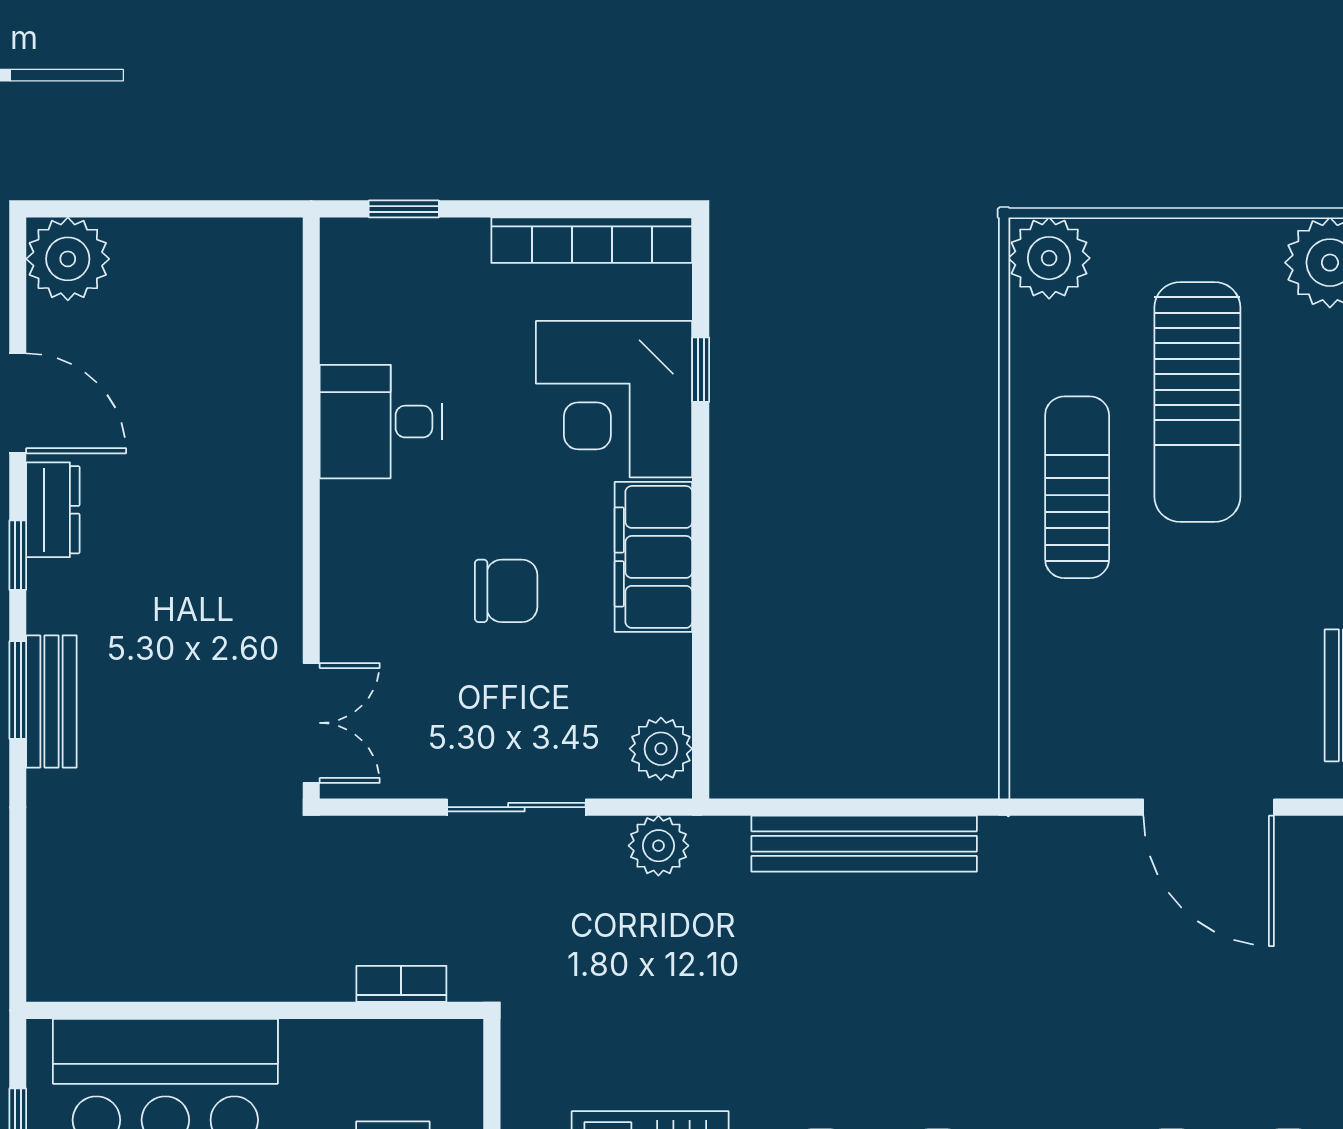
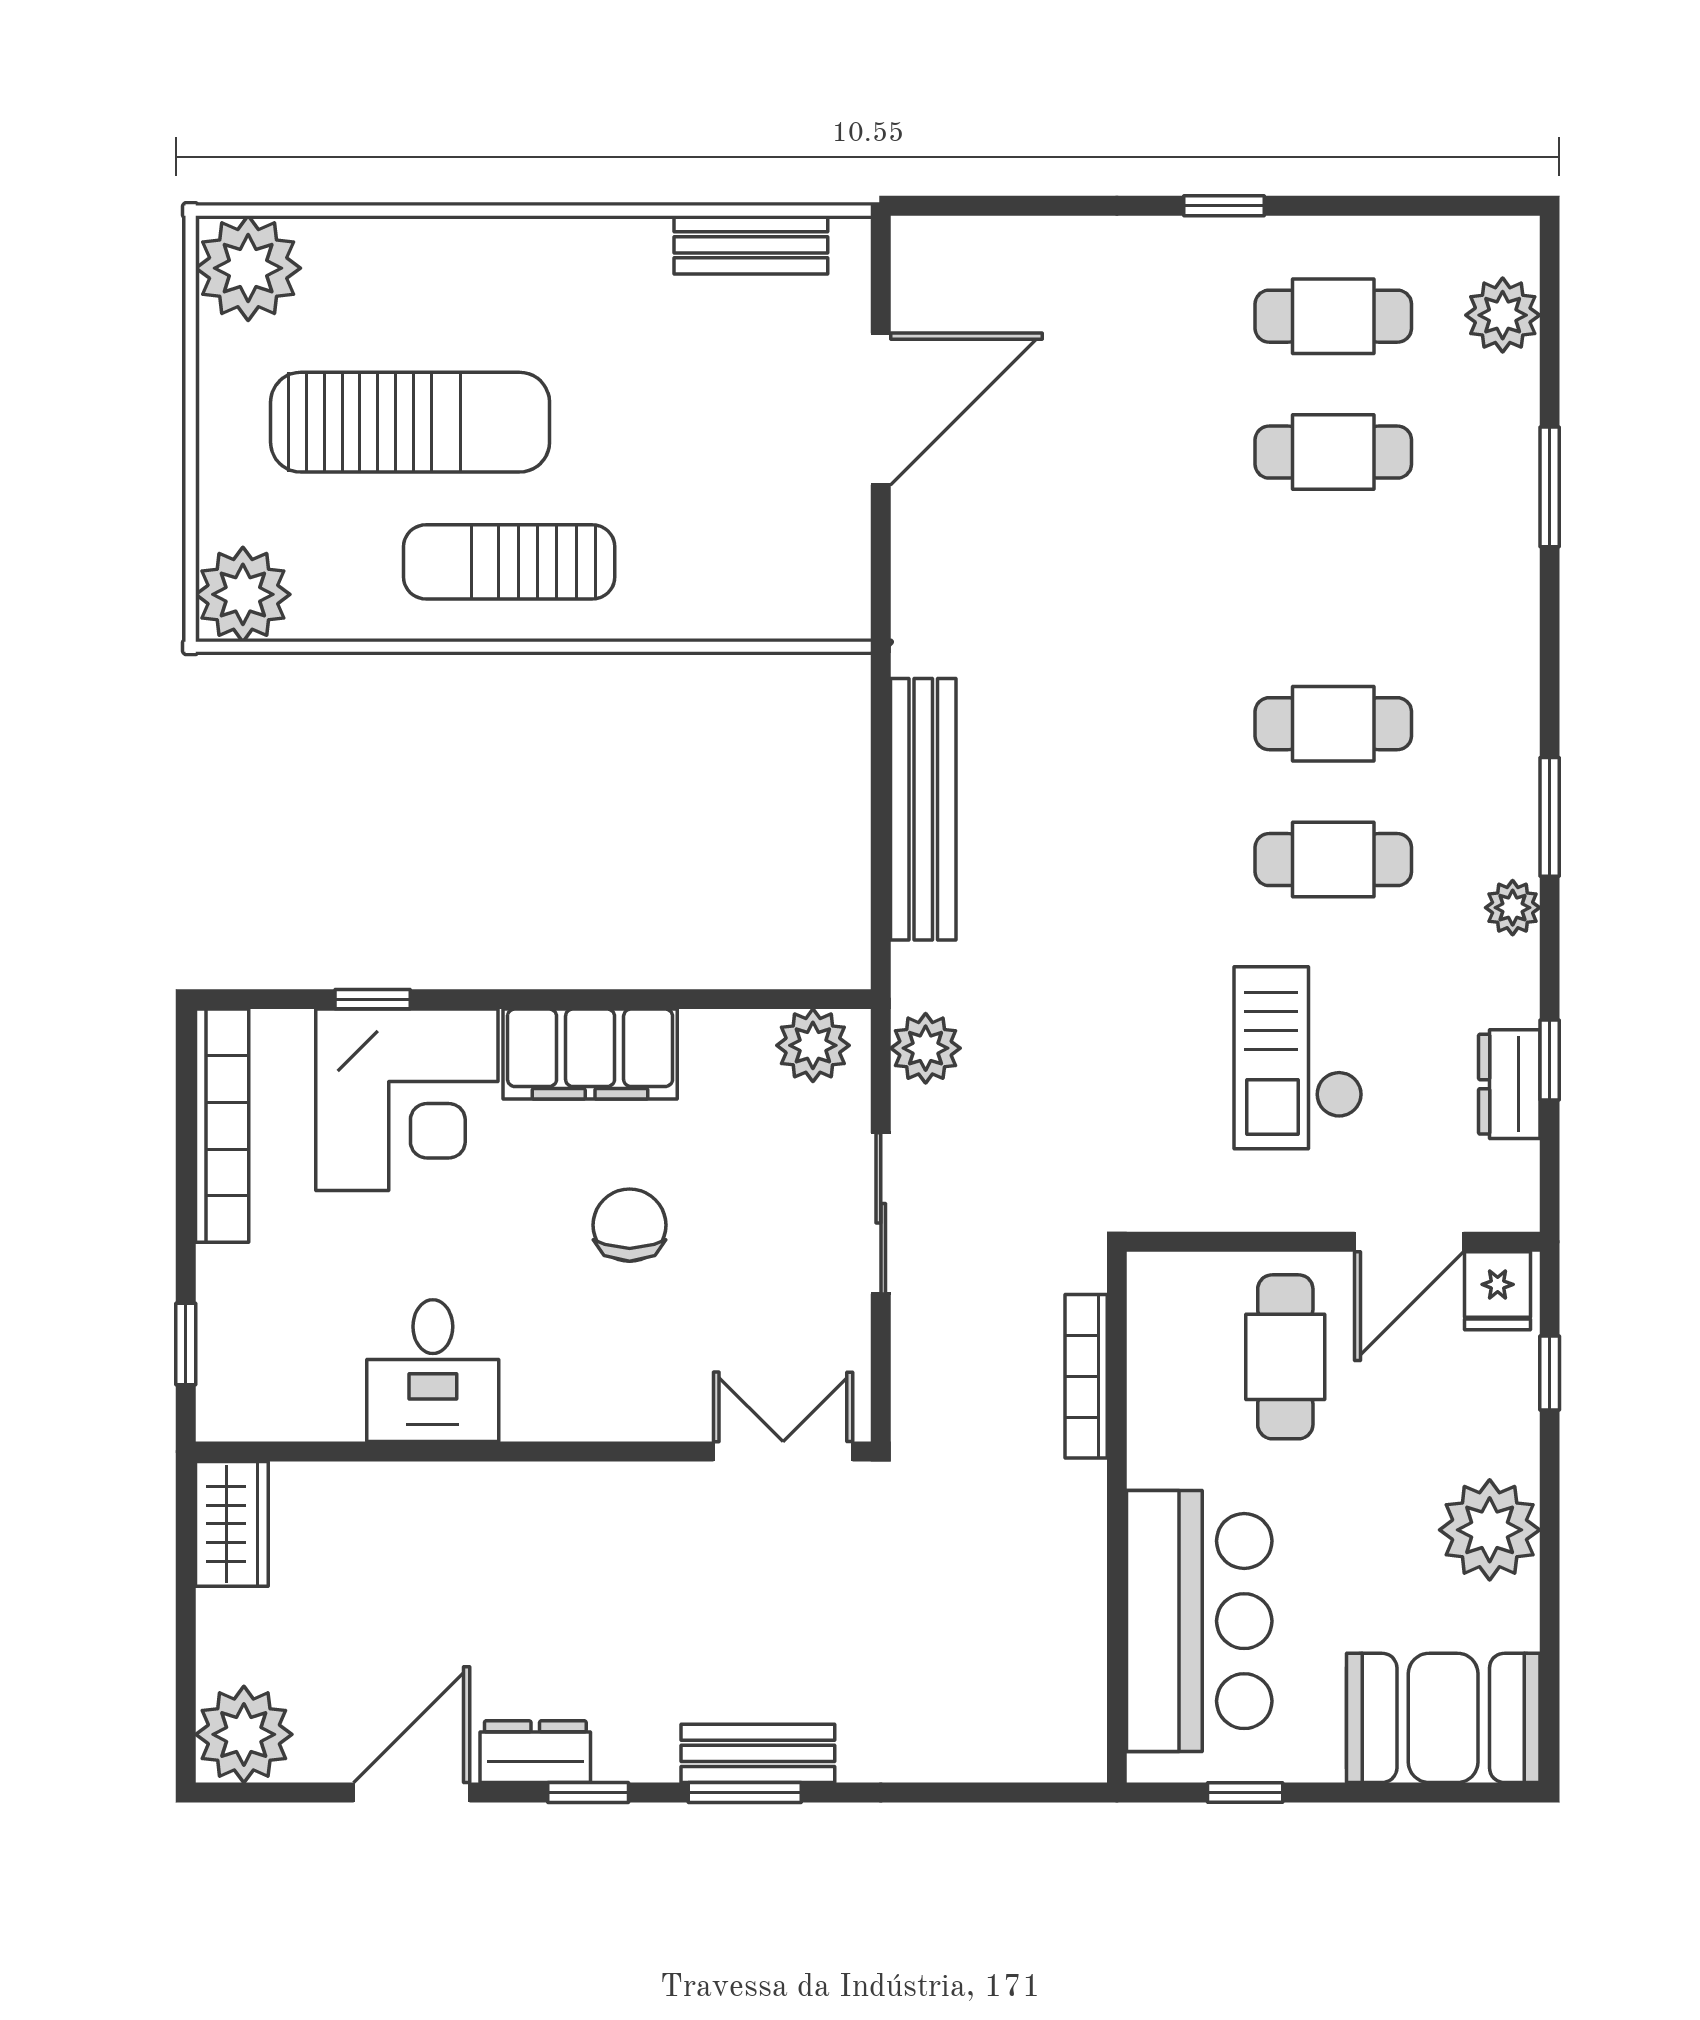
wardrobe: (249, 249) -> (232, 1524), added
bookcase: (401, 984) -> (1086, 1376), width x1.56

